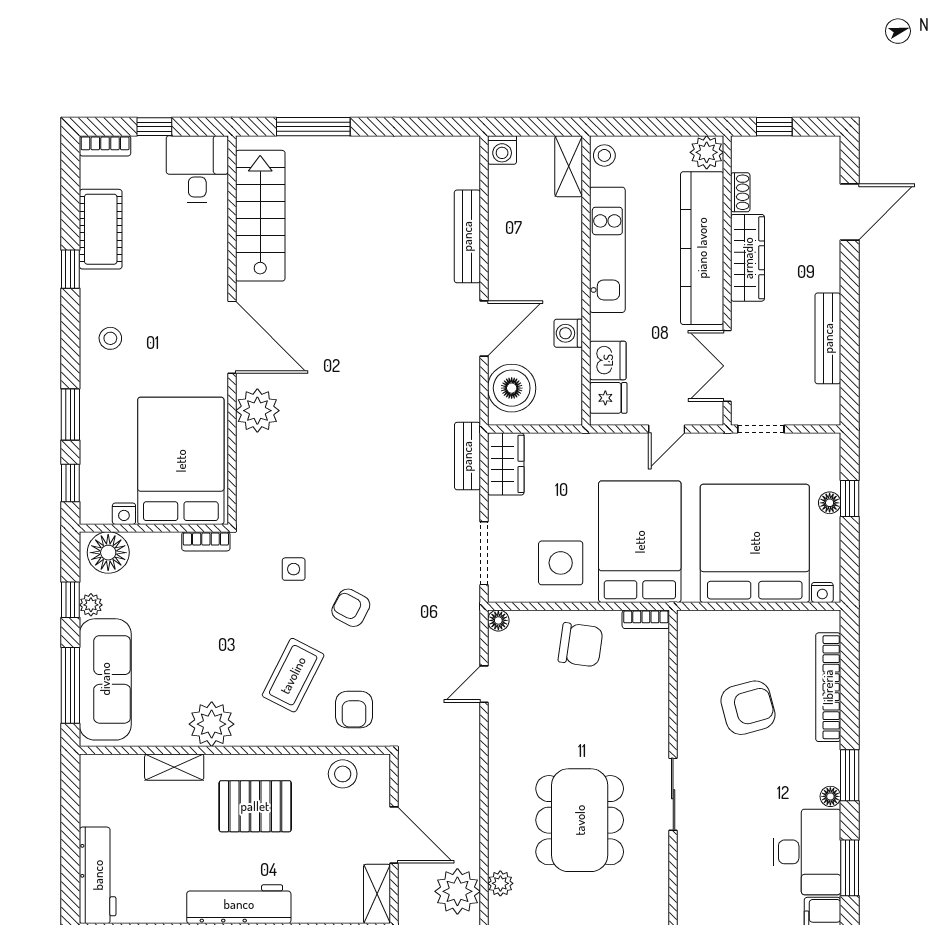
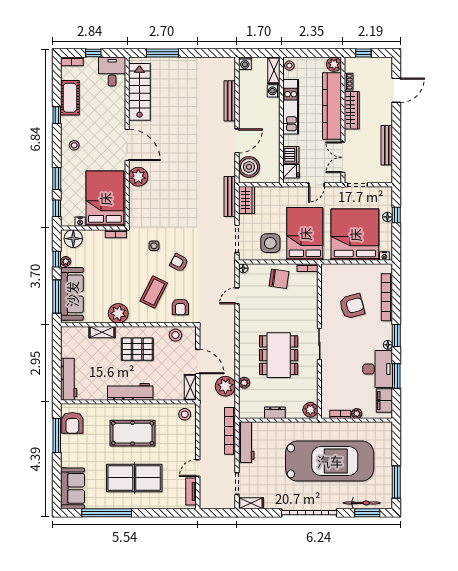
washing machine: (568, 333) -> (274, 91), moved
bench: (467, 456) -> (230, 197), width x1.36

